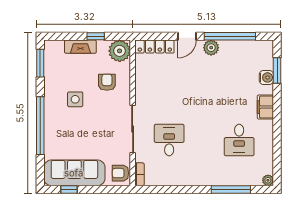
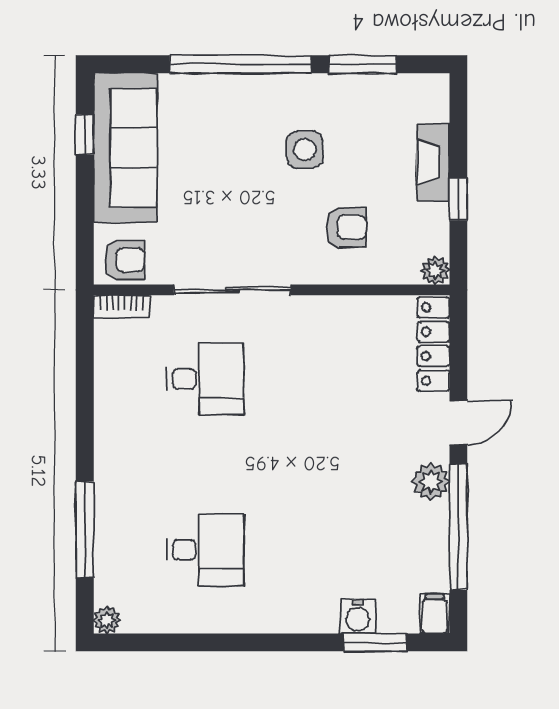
door: (187, 36) -> (458, 423), swing flipped
plant: (120, 51) -> (435, 270), width x0.53, depth x0.53
window: (40, 63) -> (363, 64), moved
filing cabinet: (265, 107) -> (435, 614), moved, width x0.50
desk: (239, 140) -> (205, 550), turned 180
armchair: (120, 173) -> (125, 260), turned 90

